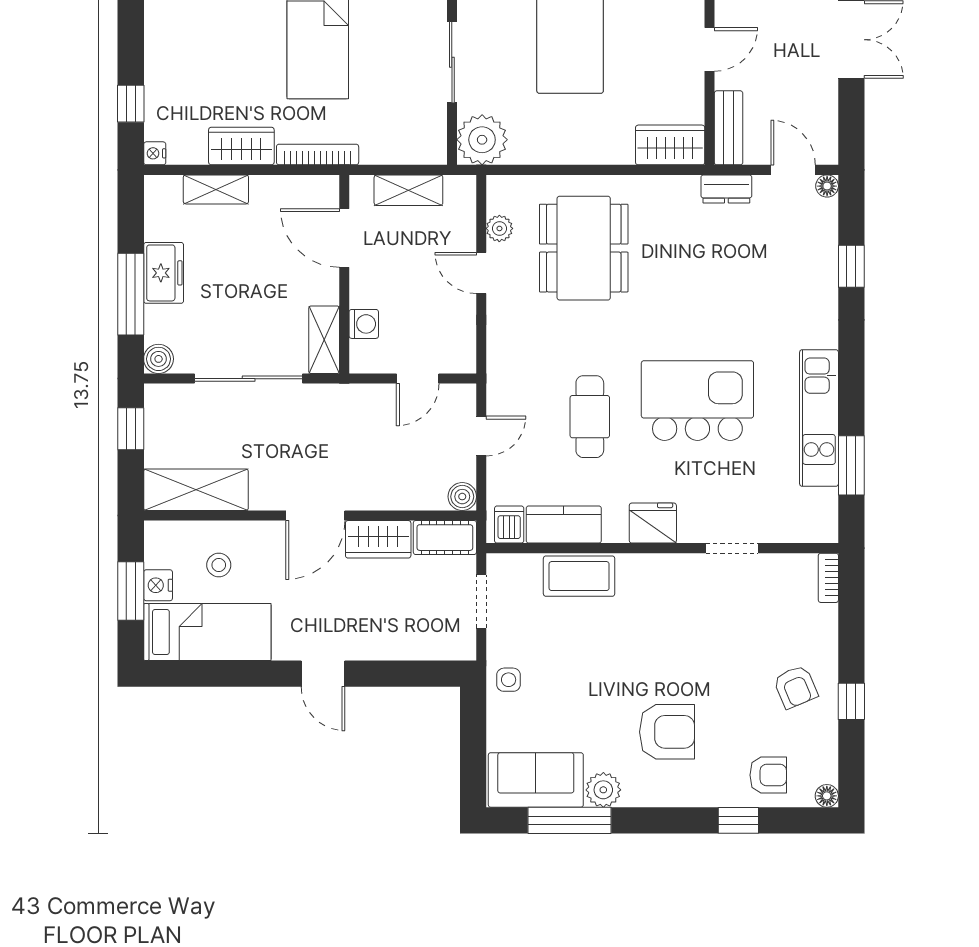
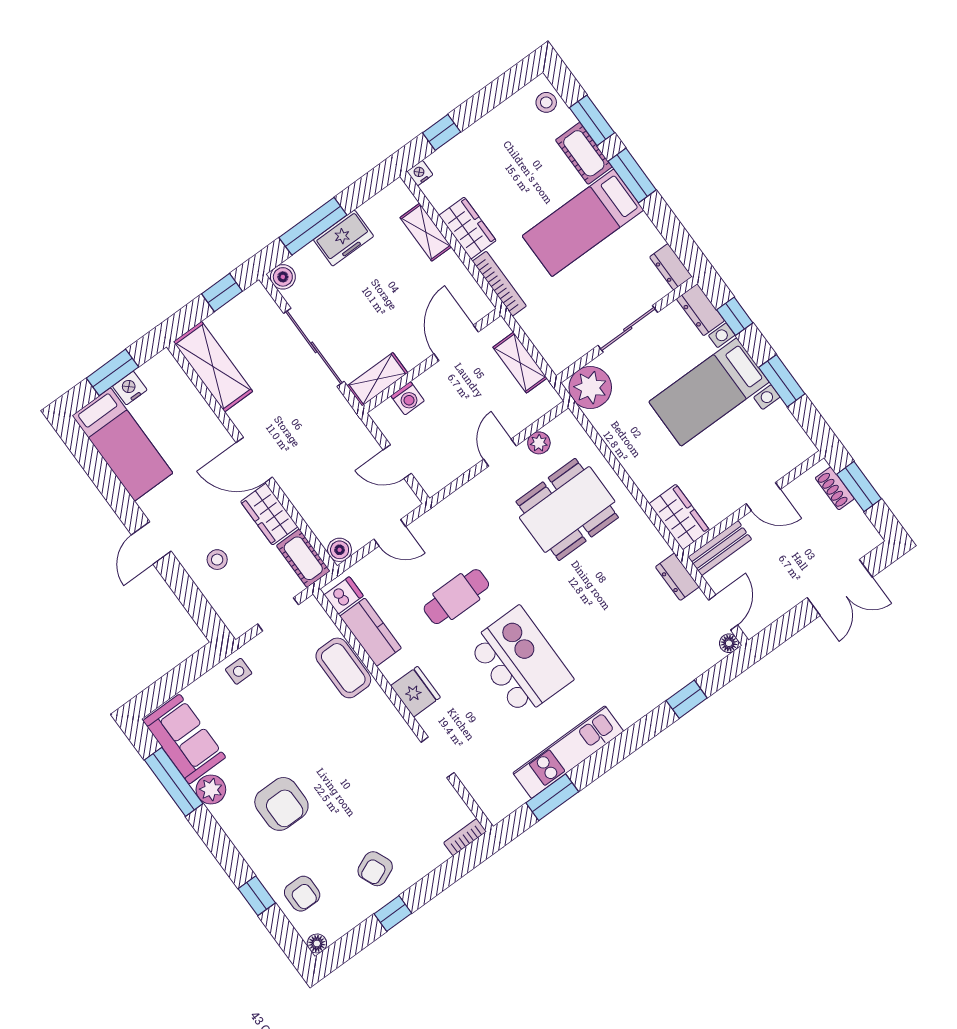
stool: (219, 565) -> (217, 560), moved

